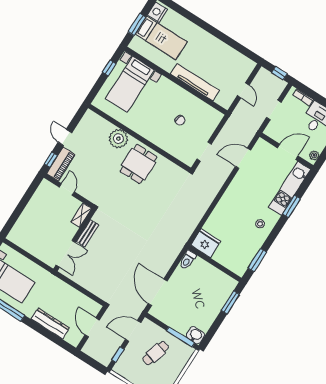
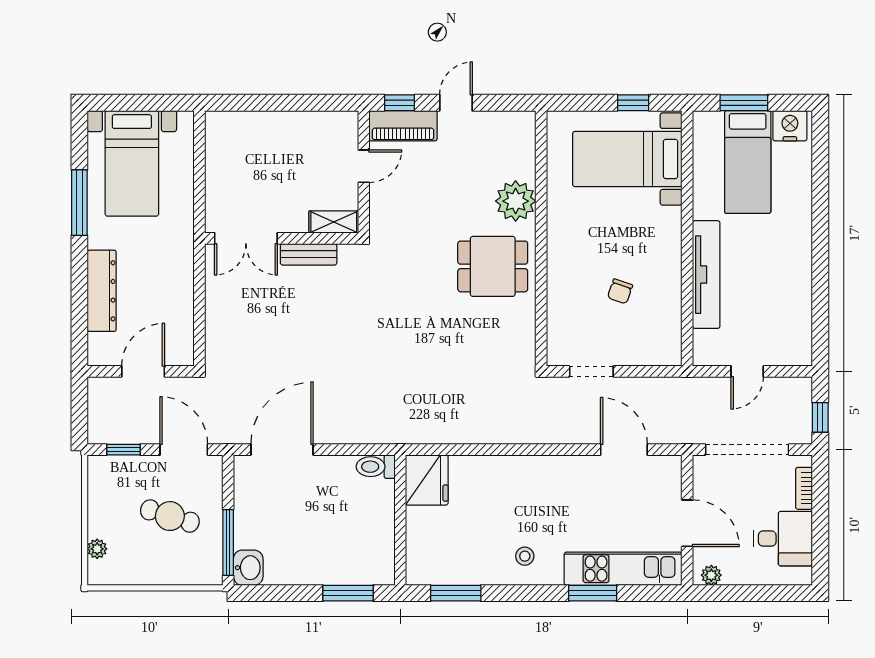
doorway: (274, 110) -> (747, 450), width x1.87

